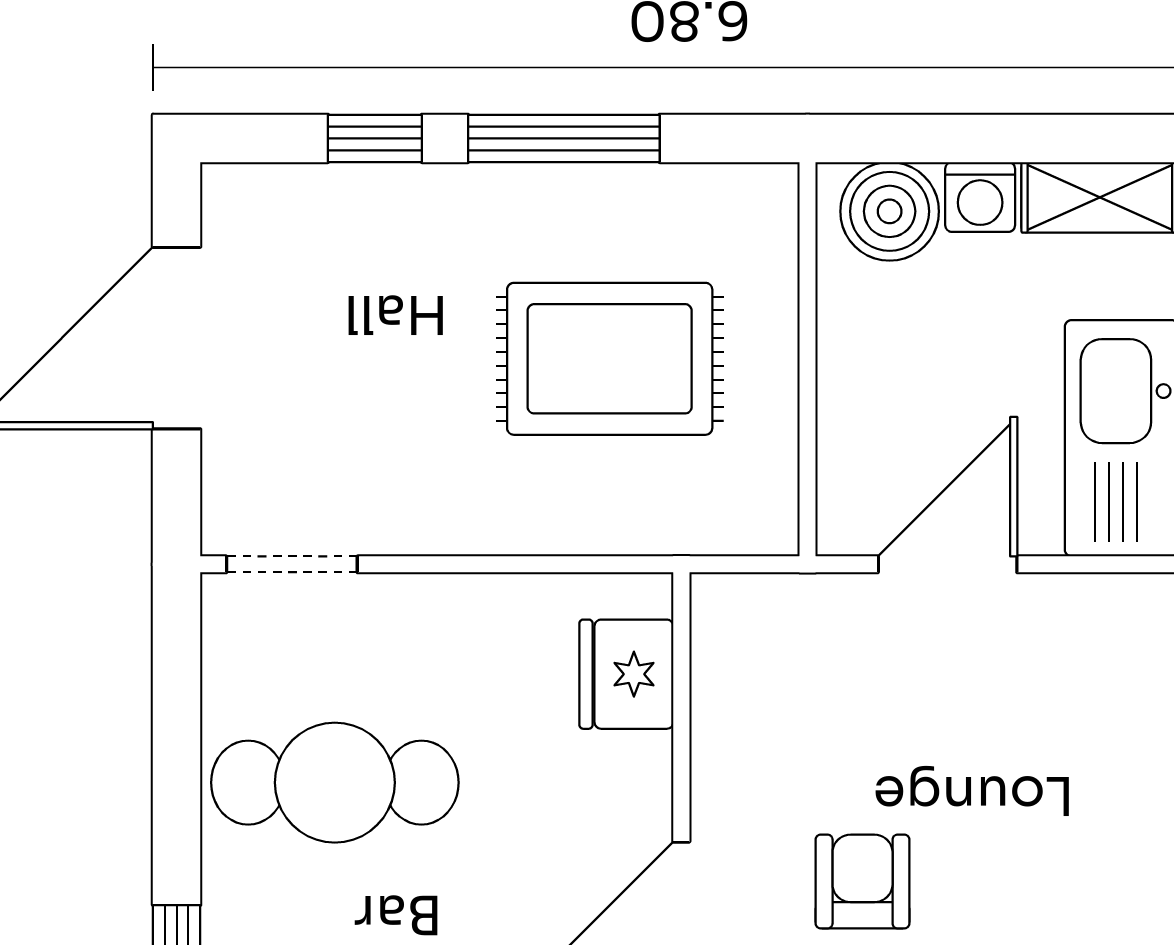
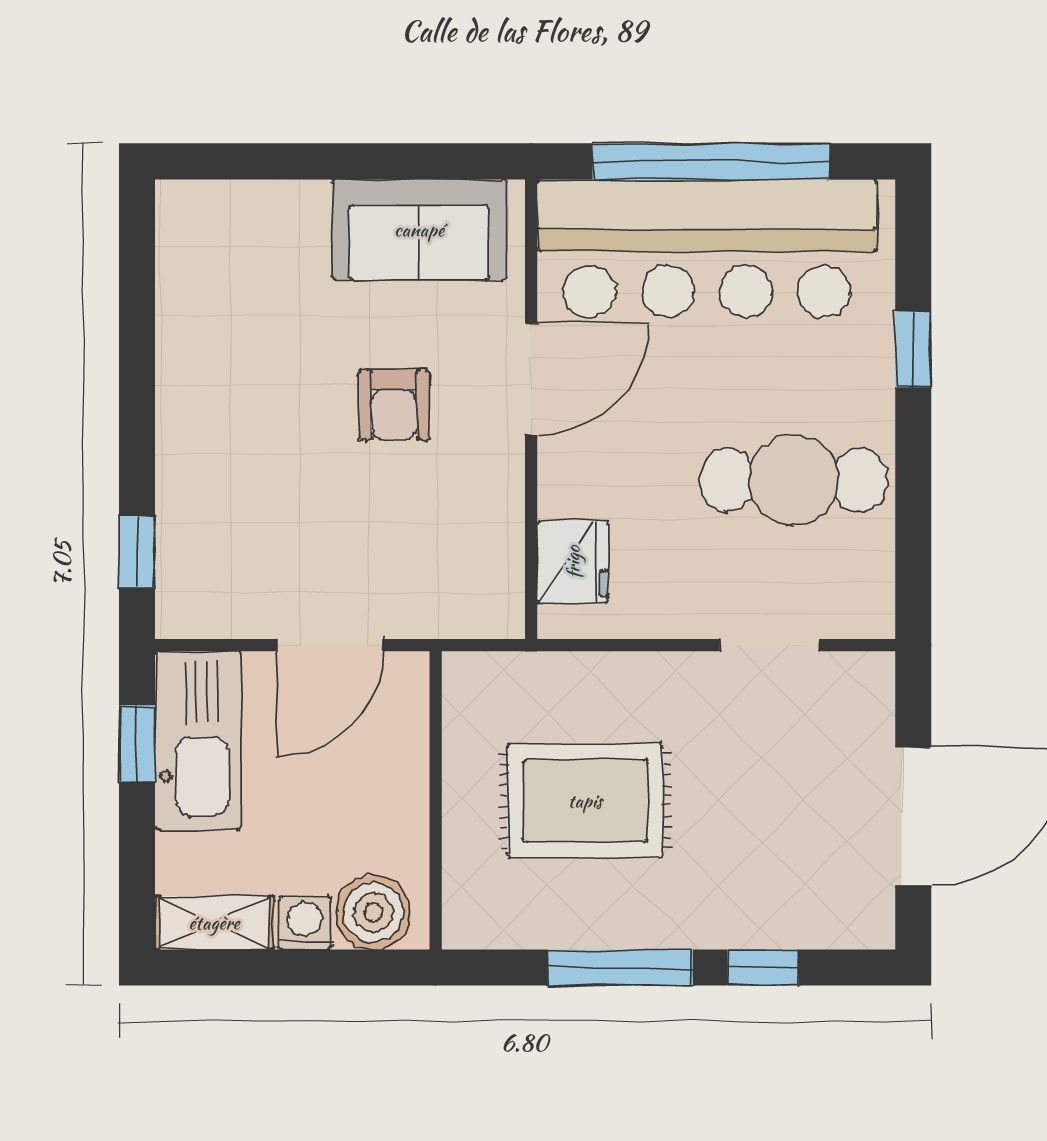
doorway: (292, 564) -> (769, 645), moved

